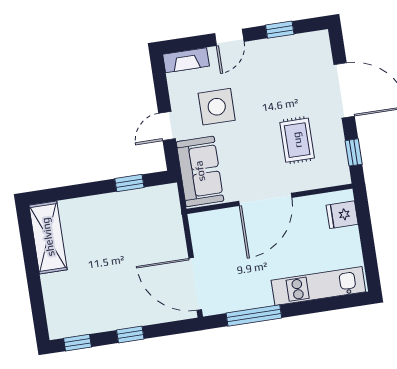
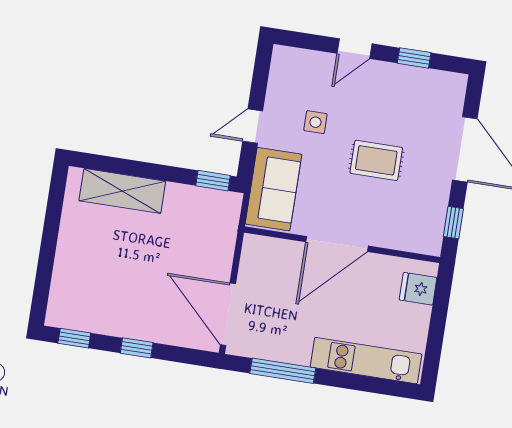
fireplace: (186, 60) -> (297, 59), removed
side table: (217, 107) -> (315, 122), width x0.54, depth x0.54
rug: (297, 140) -> (376, 160), moved, turned 90
window: (129, 183) -> (213, 181), moved
shelving: (48, 237) -> (122, 191), moved, turned 90

